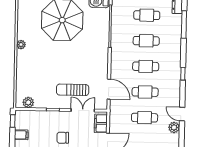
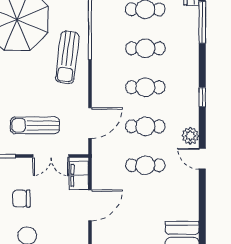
sun lounger: (95, 46) -> (67, 57), added
door: (109, 89) -> (90, 123), hinge flipped
double door: (83, 110) -> (51, 156), swing flipped
plant: (174, 127) -> (190, 136), moved

